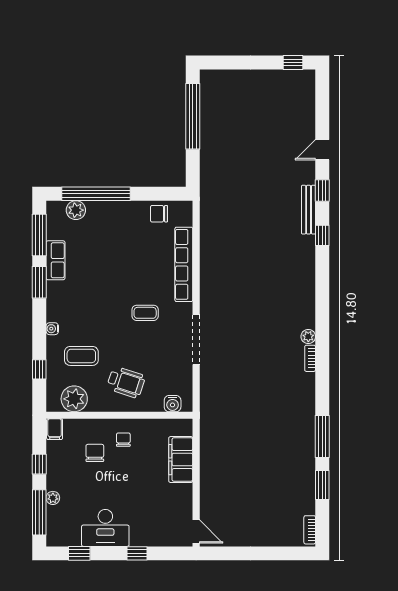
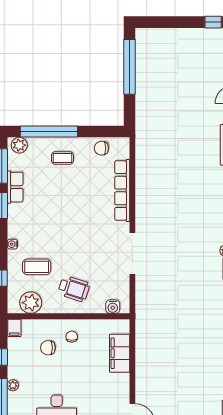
plant: (76, 210) -> (19, 145), moved
coffee table: (145, 313) -> (62, 158), moved
chair: (95, 453) -> (48, 348), turned -90

